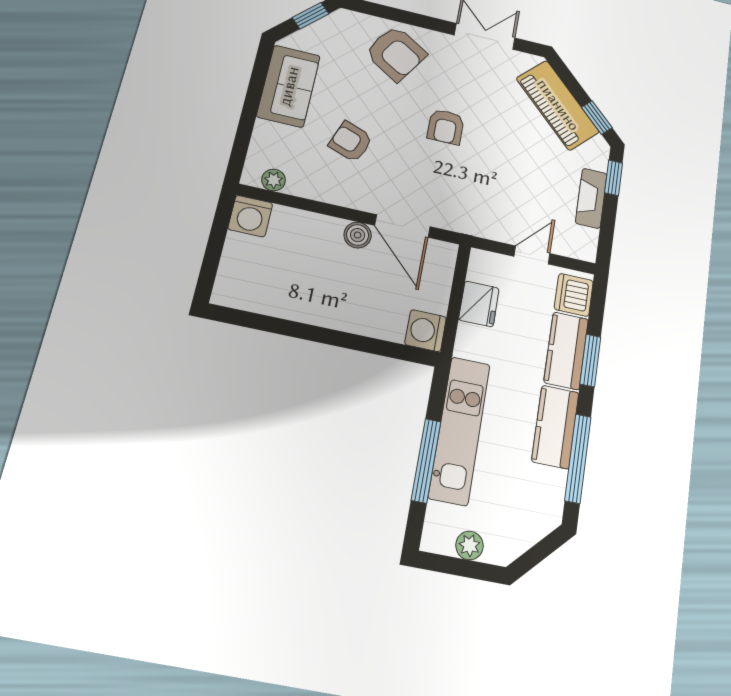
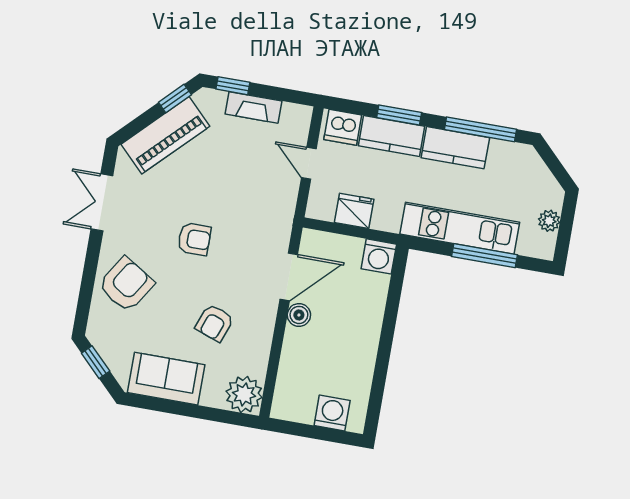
plant: (274, 180) -> (244, 394), width x1.87, depth x1.87
washing machine: (250, 216) -> (332, 413), moved, turned -90

